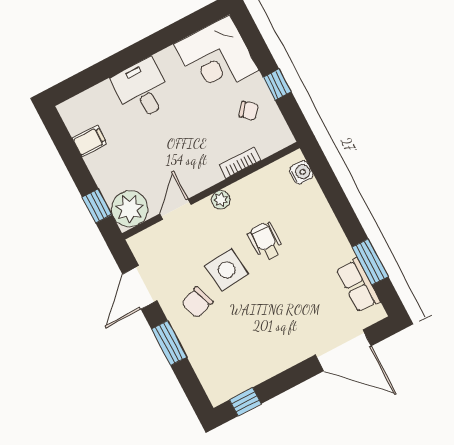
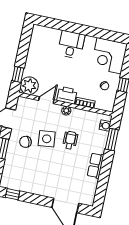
filing cabinet: (90, 141) -> (35, 48), removed
printer: (201, 174) -> (67, 95), added
window: (370, 262) -> (112, 140), moved
row of seats: (358, 285) -> (96, 166), moved

